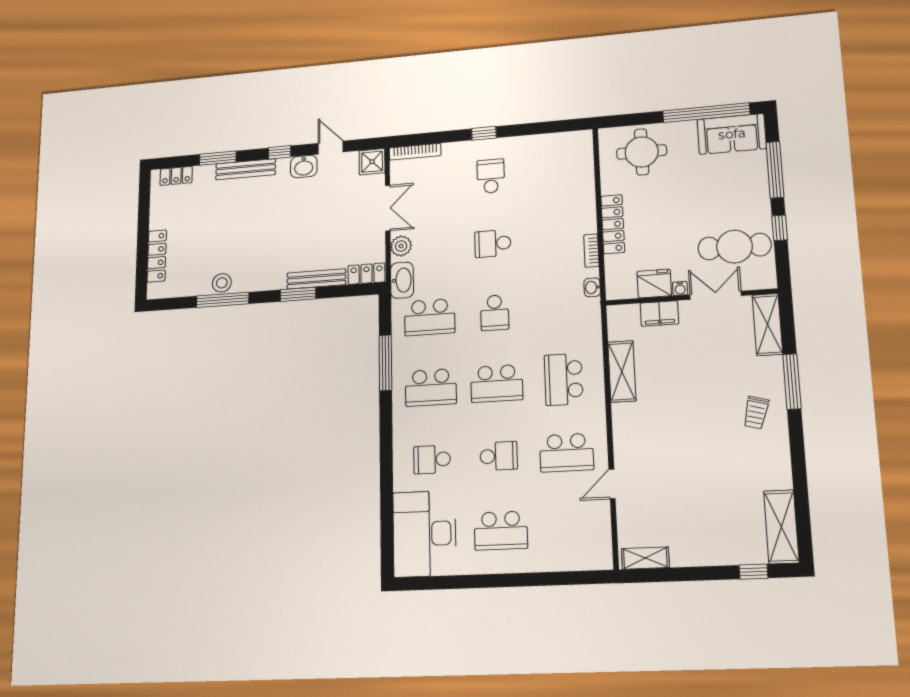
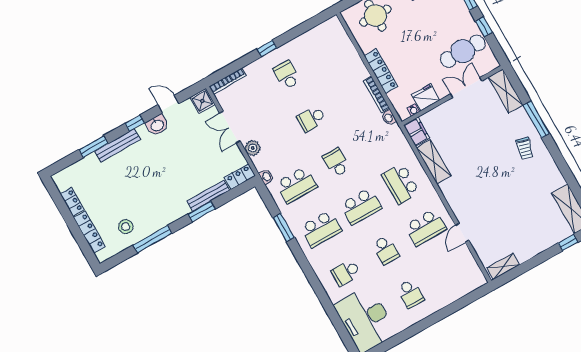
locker: (176, 176) -> (72, 202), moved, turned -90
double door: (388, 208) -> (230, 127), swing flipped
bookcase: (591, 251) -> (376, 94), width x1.56
washbasin: (402, 280) -> (266, 177), width x0.52, depth x0.69
stool: (222, 283) -> (126, 227), moved
water cooler: (680, 288) -> (413, 110), moved
school desk: (495, 313) -> (336, 163), turned 180
filing cabinet: (659, 314) -> (417, 132), moved, turned -90
window: (385, 363) -> (284, 228), width x0.69
school desk: (499, 456) -> (386, 250), turned 90
school desk: (501, 531) -> (410, 294), width x0.54

